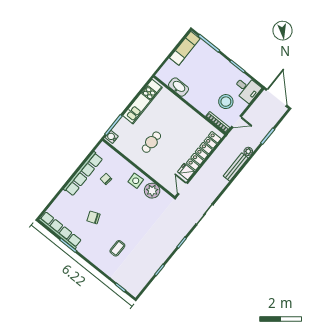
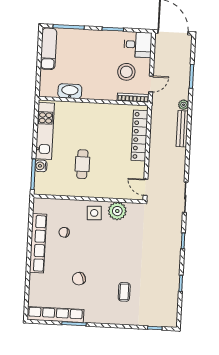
water cooler: (112, 137) -> (41, 166), moved
fridge: (186, 172) -> (137, 169), removed

